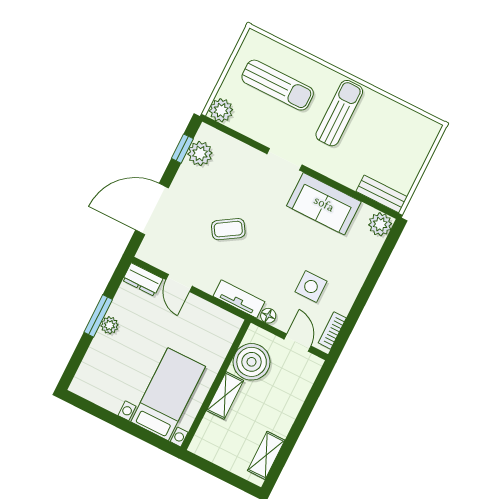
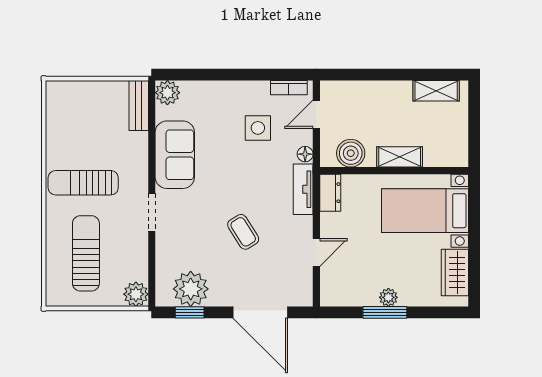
plant: (200, 154) -> (191, 289), width x1.36, depth x1.36
dresser: (143, 280) -> (330, 193), moved
boiler: (252, 362) -> (351, 153), width x0.73, depth x0.73
wardrobe: (102, 393) -> (455, 273), added

